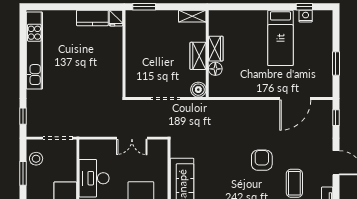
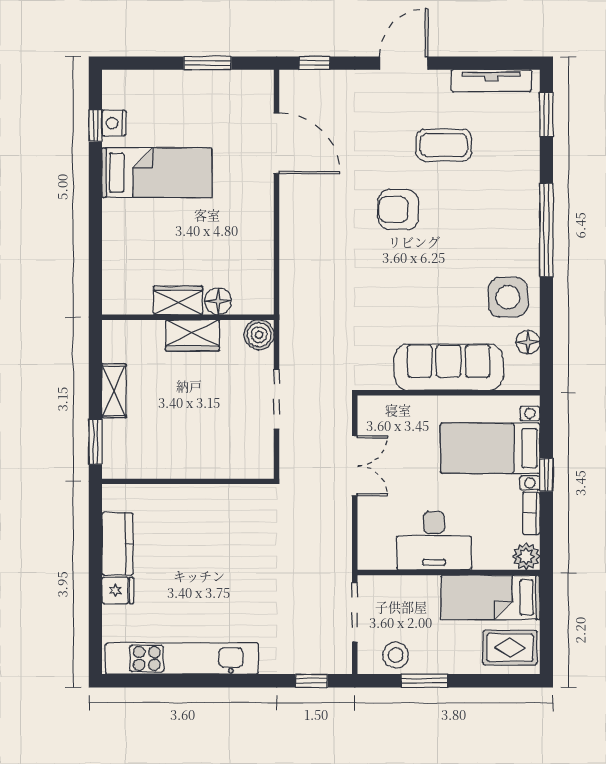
shelving: (192, 16) -> (114, 391), moved
fridge: (116, 18) -> (118, 590), moved

